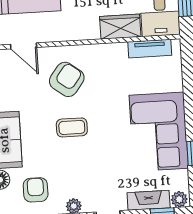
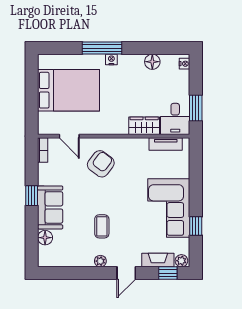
coffee table: (72, 127) -> (102, 226), moved, turned 90
armchair: (36, 190) -> (72, 247), removed

